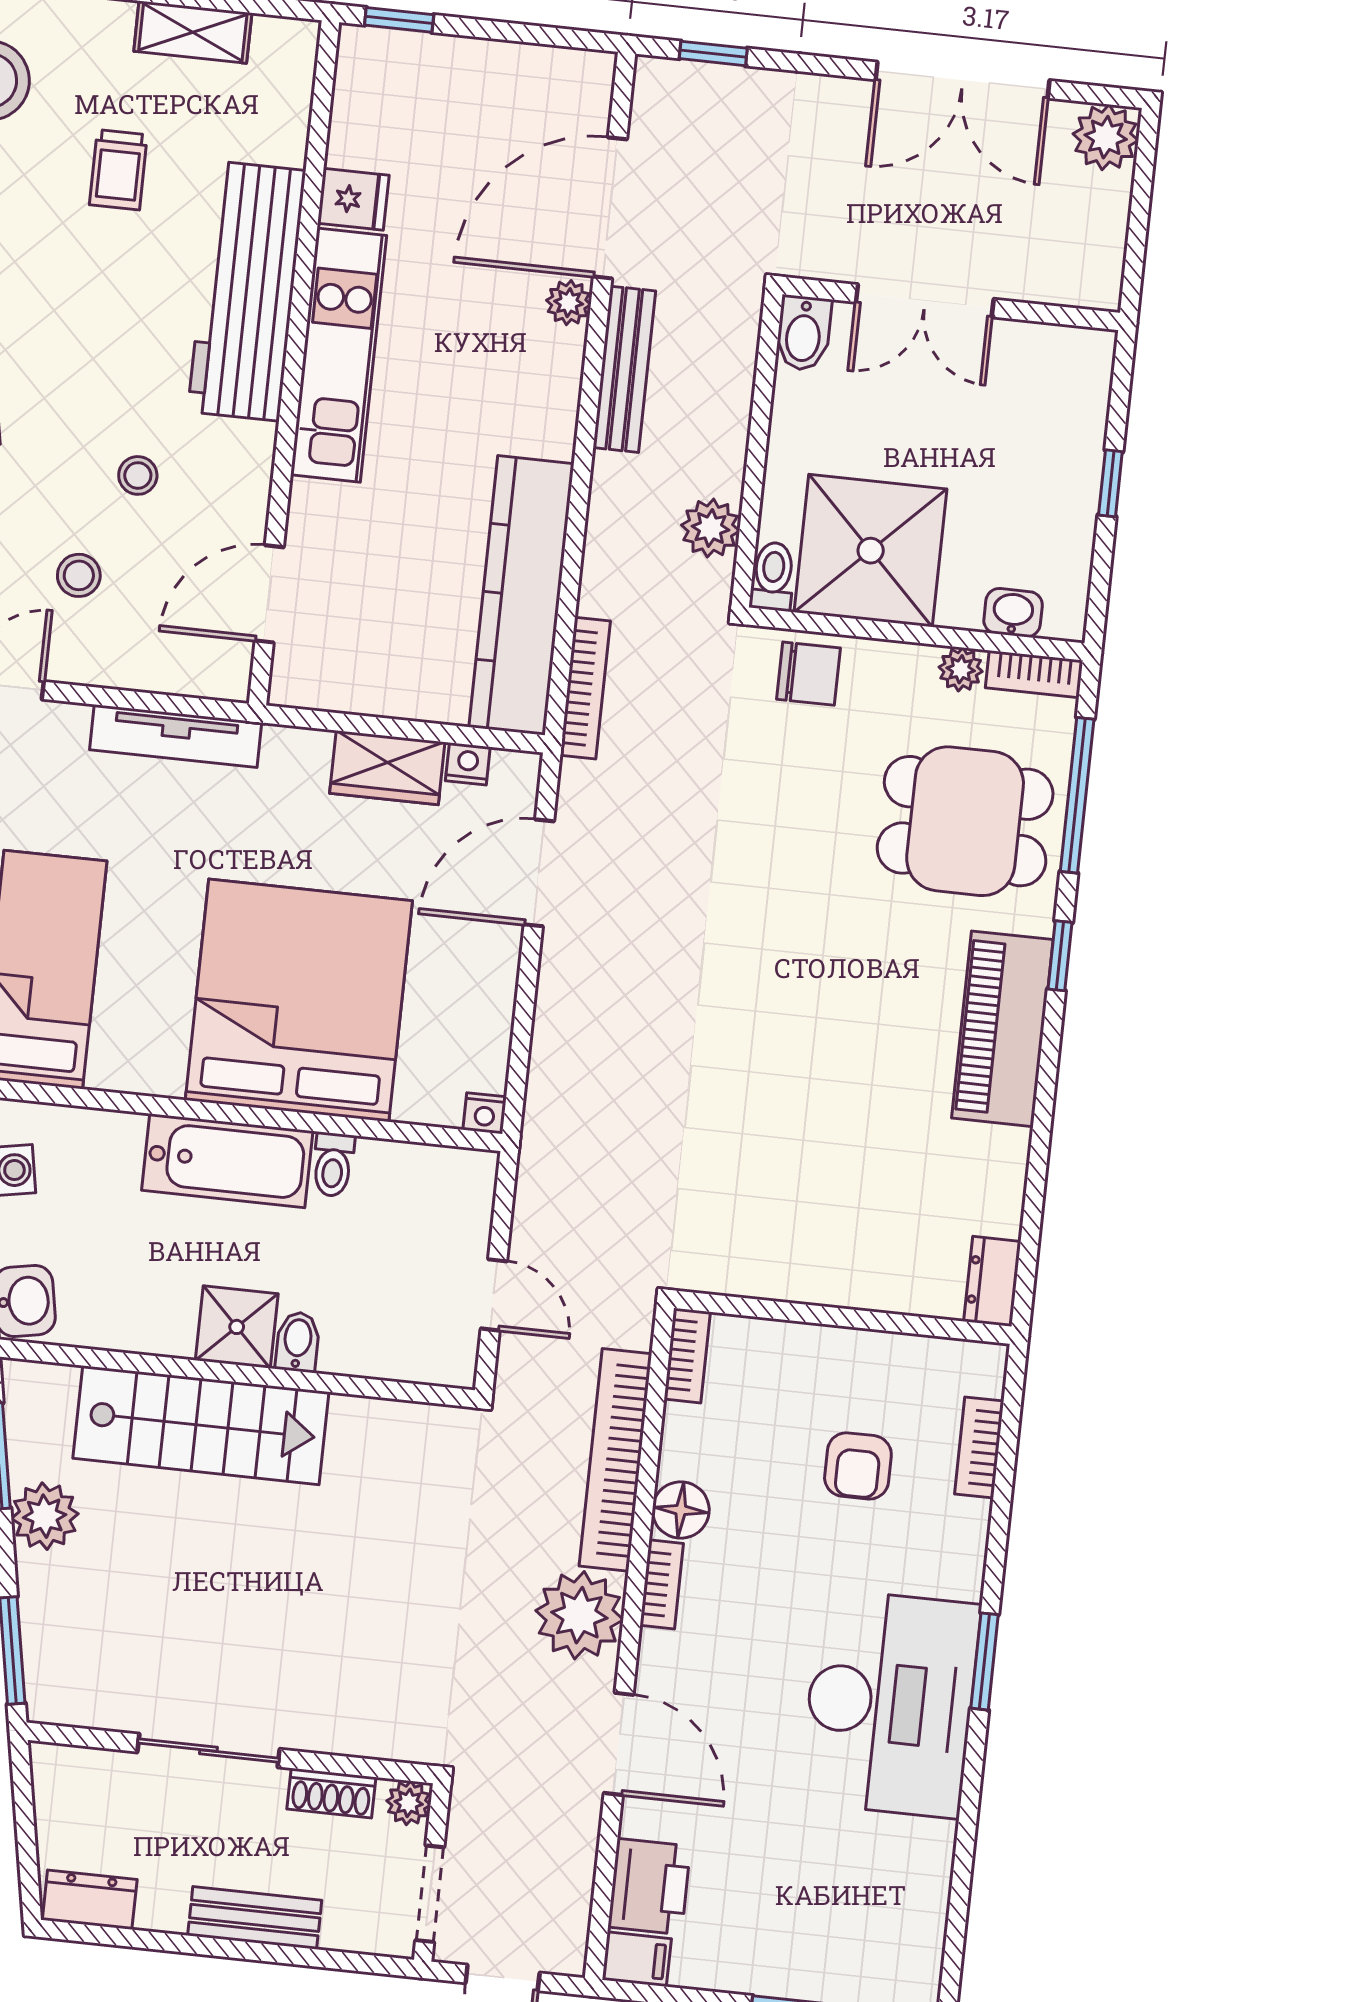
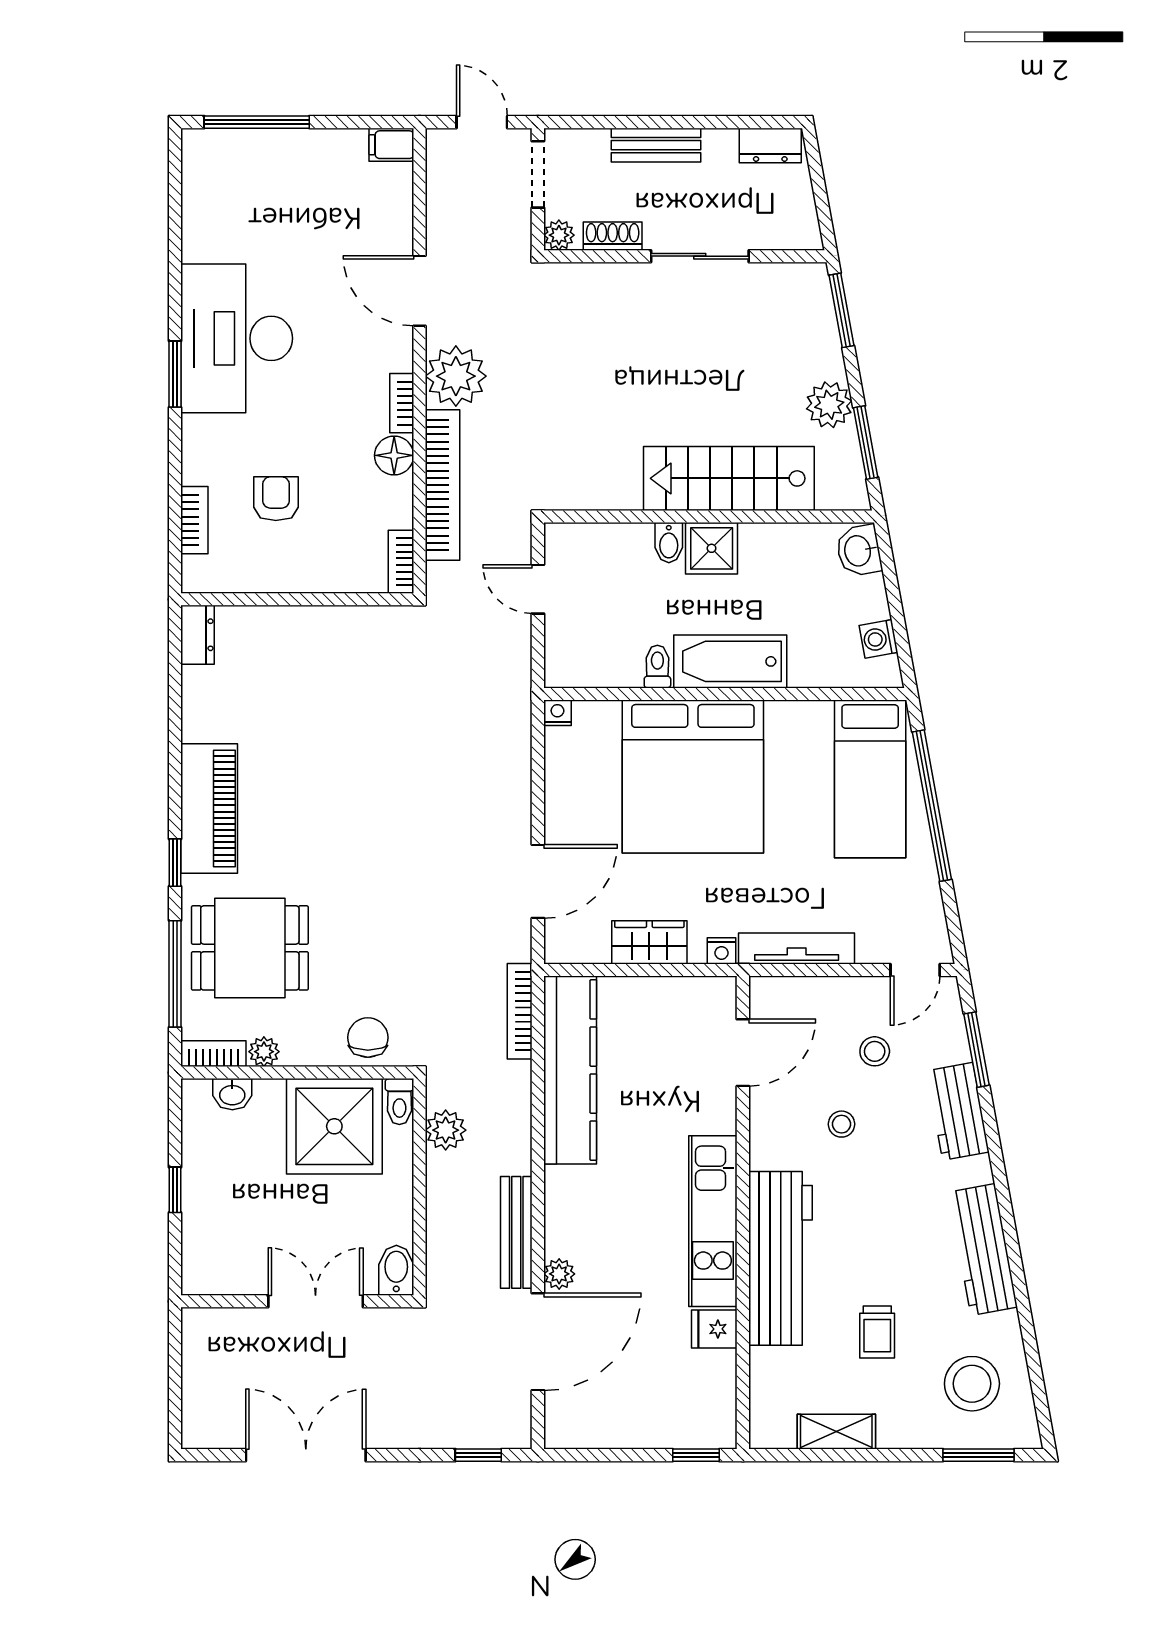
plant: (1106, 137) -> (204, 1427), removed
trolley: (118, 170) -> (877, 1332), turned 180
chair: (808, 674) -> (368, 1037), turned 90
nightstand: (468, 764) -> (721, 951), moved
printer: (649, 1887) -> (388, 195), removed

